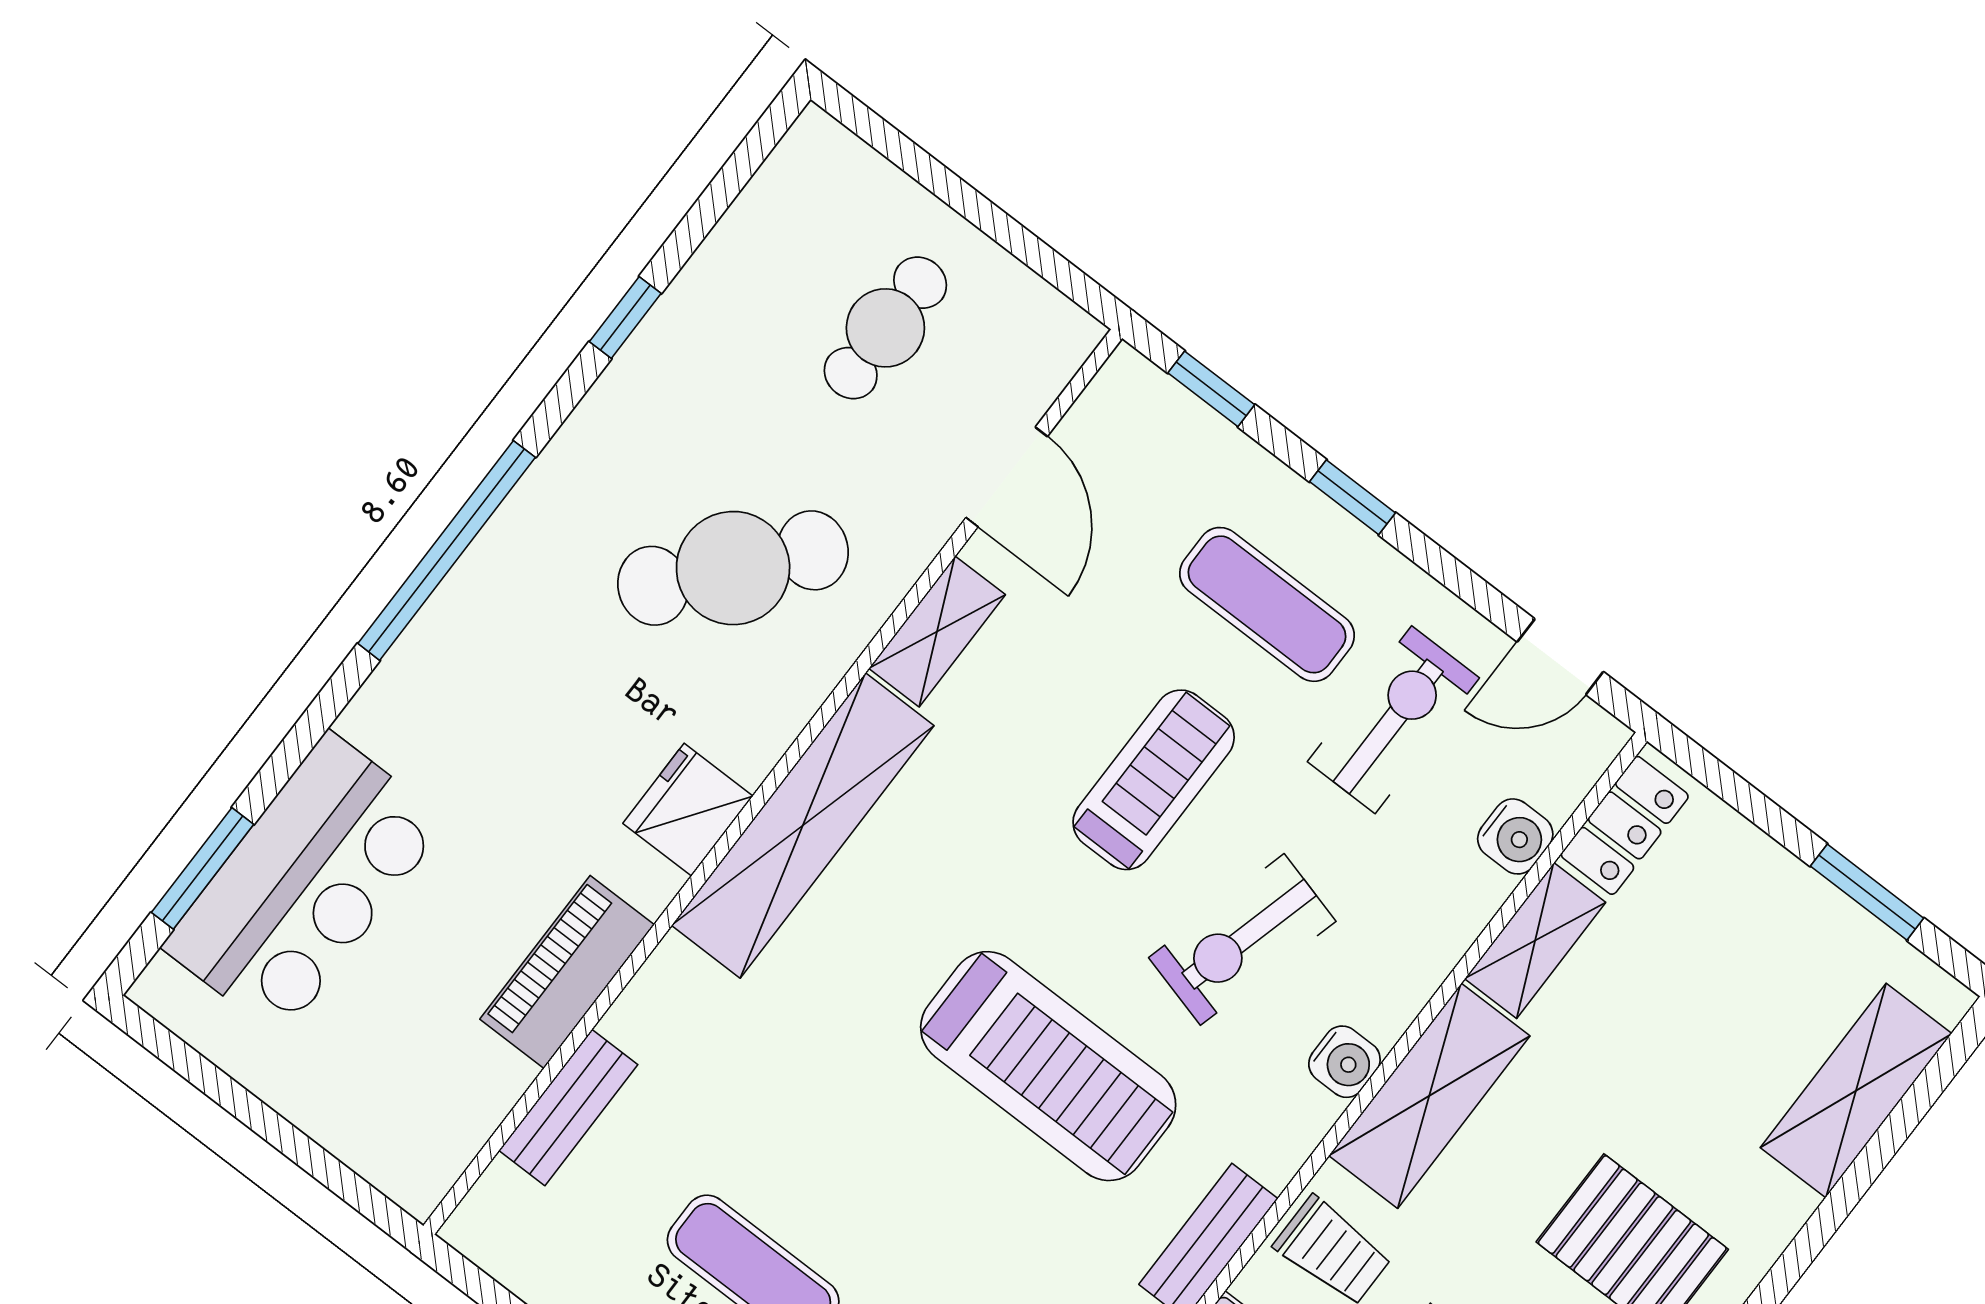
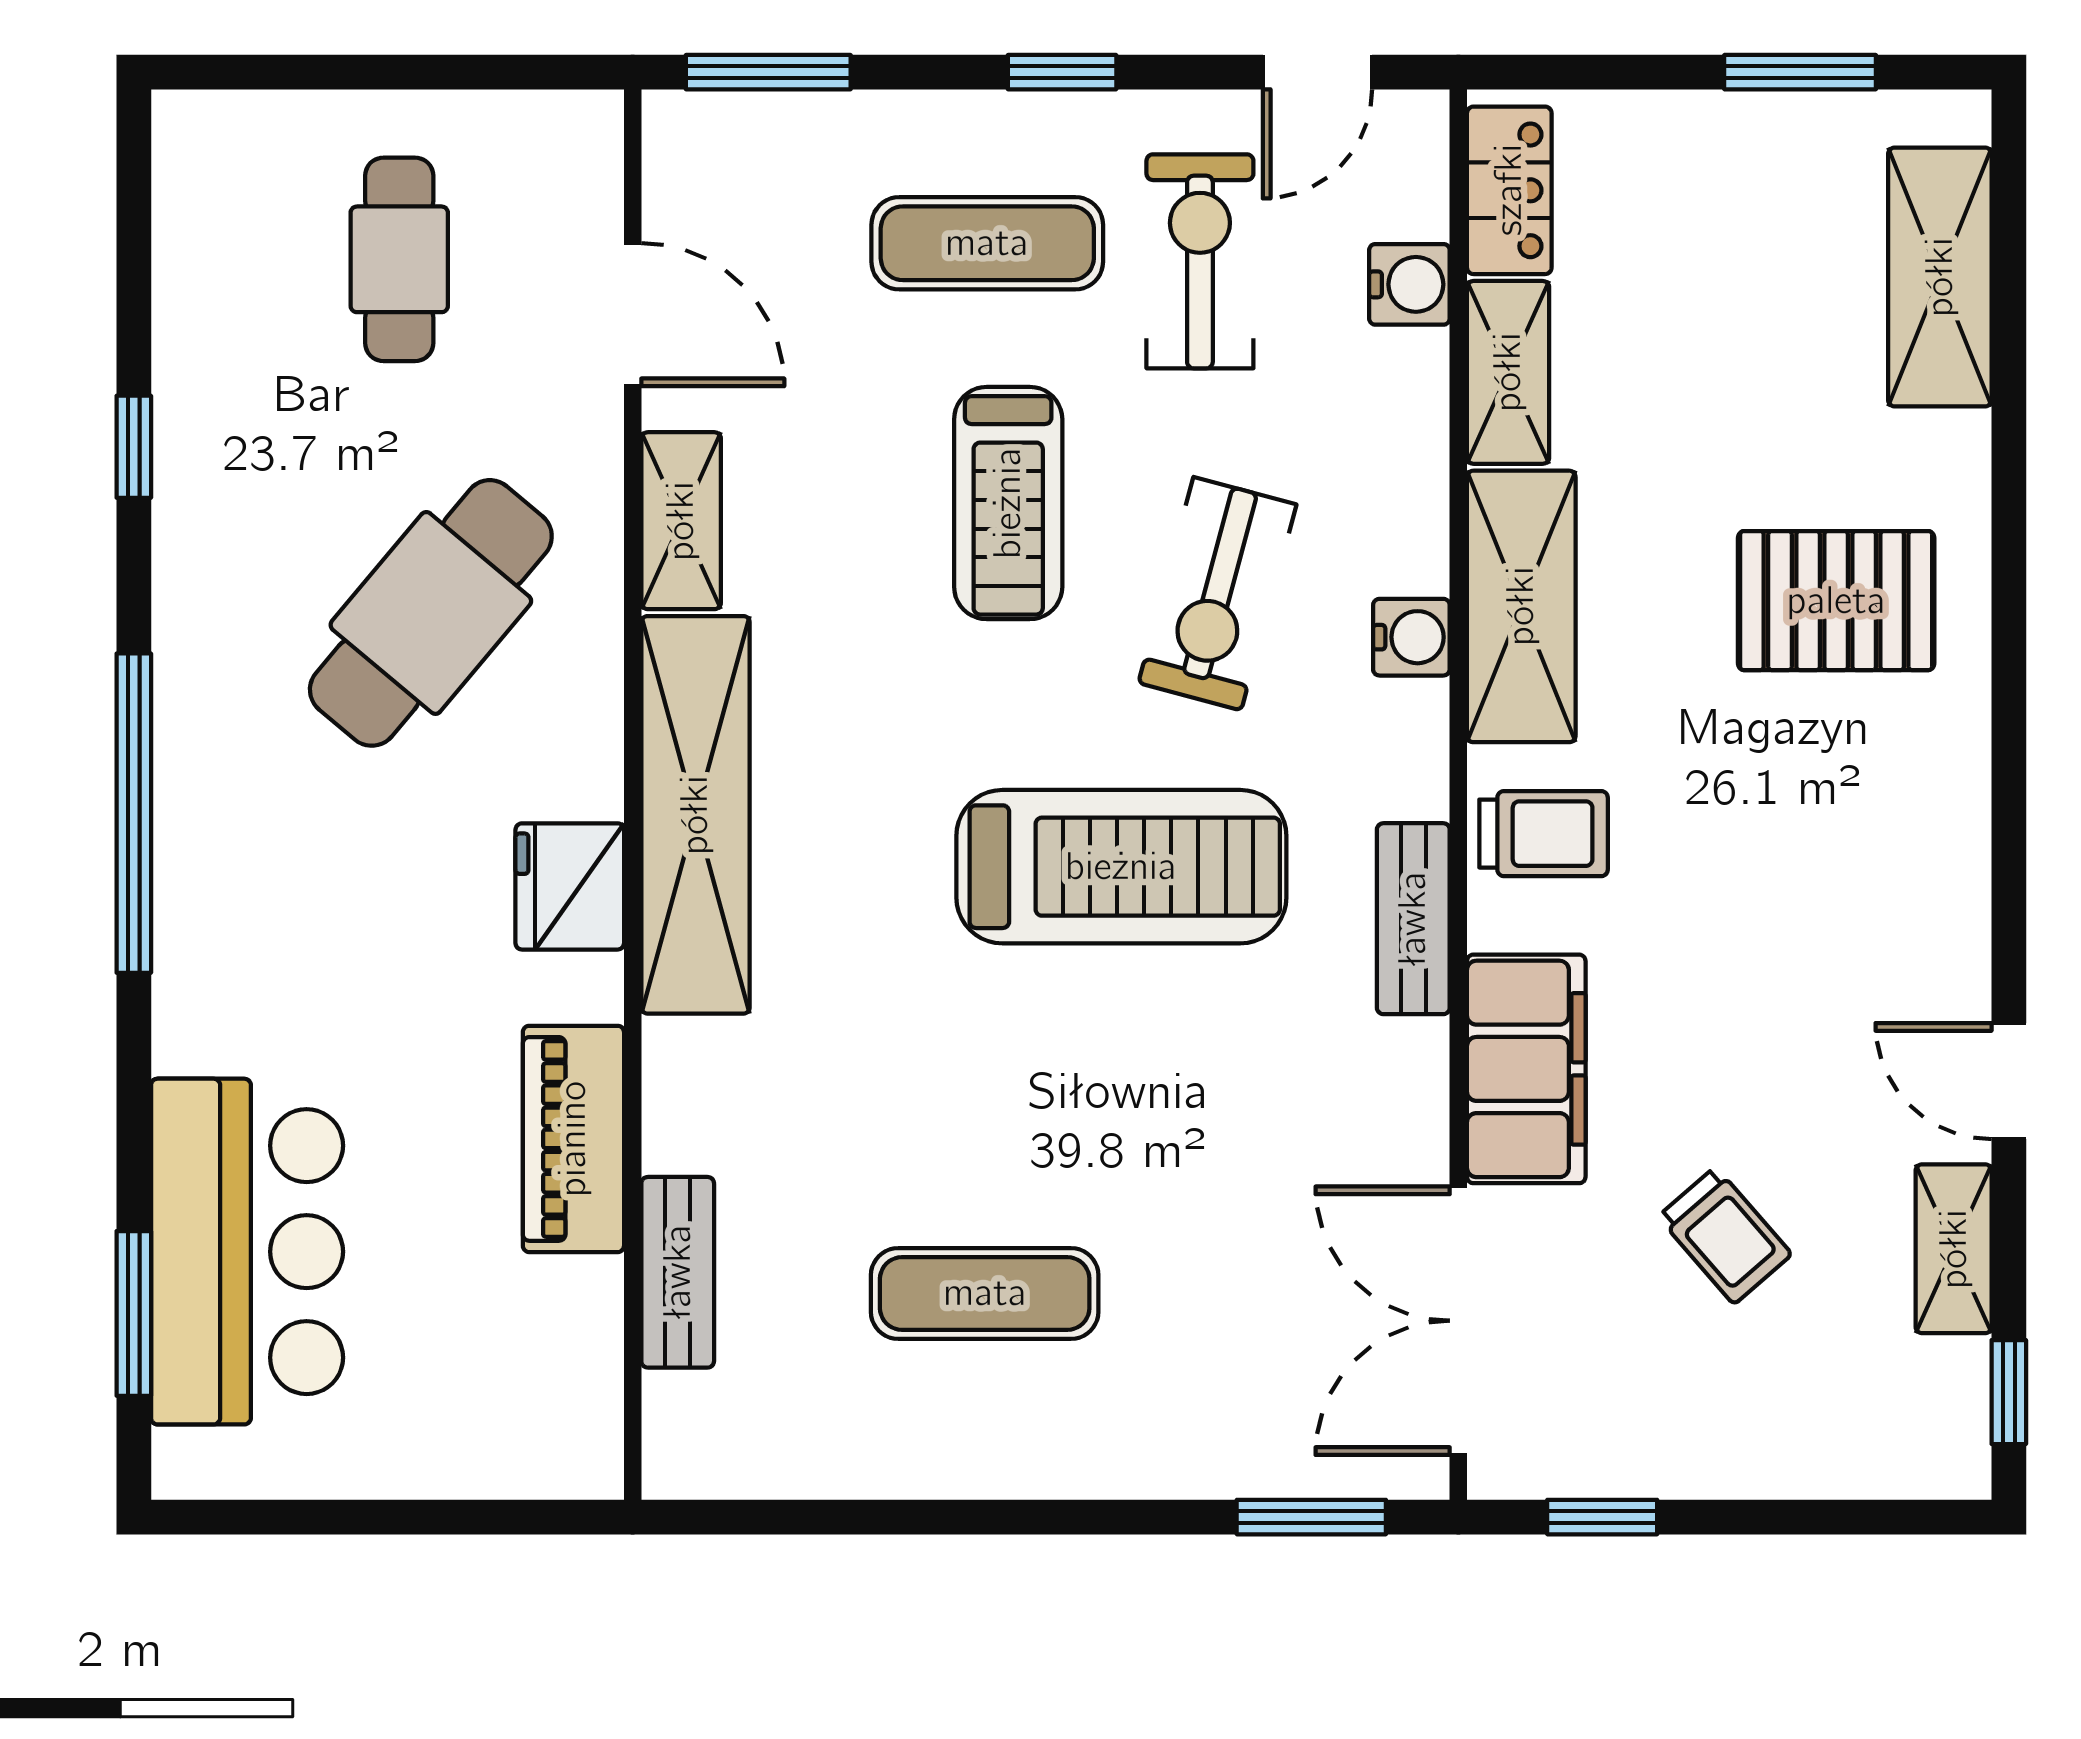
window: (1211, 389) -> (768, 72), width x1.50
window: (1353, 497) -> (1062, 72), moved
treadmill: (1154, 780) -> (1008, 503), turned 180

